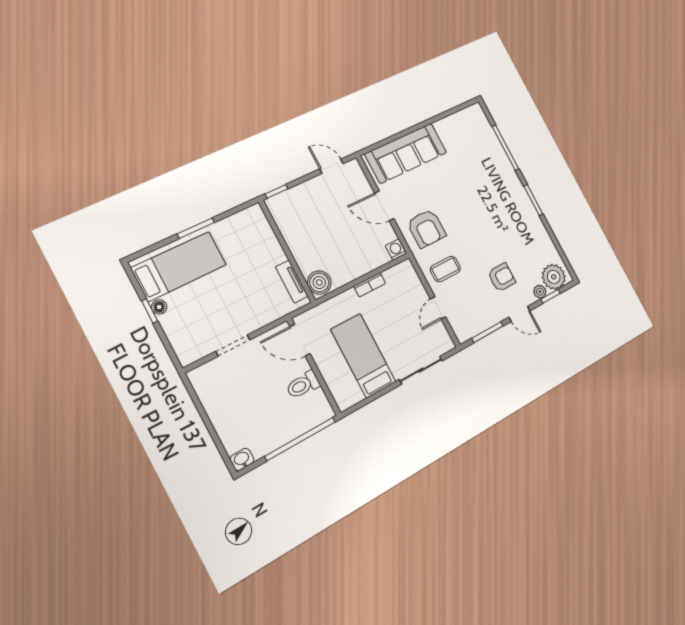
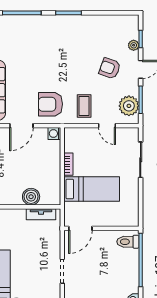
armchair: (426, 228) -> (50, 104), turned 180
armchair: (502, 277) -> (110, 68), turned -70
plant: (554, 277) -> (129, 106), moved
boiler: (319, 282) -> (31, 197), moved
bed: (363, 356) -> (92, 189), moved, turned 180
toilet: (303, 385) -> (128, 242), moved, turned 90

